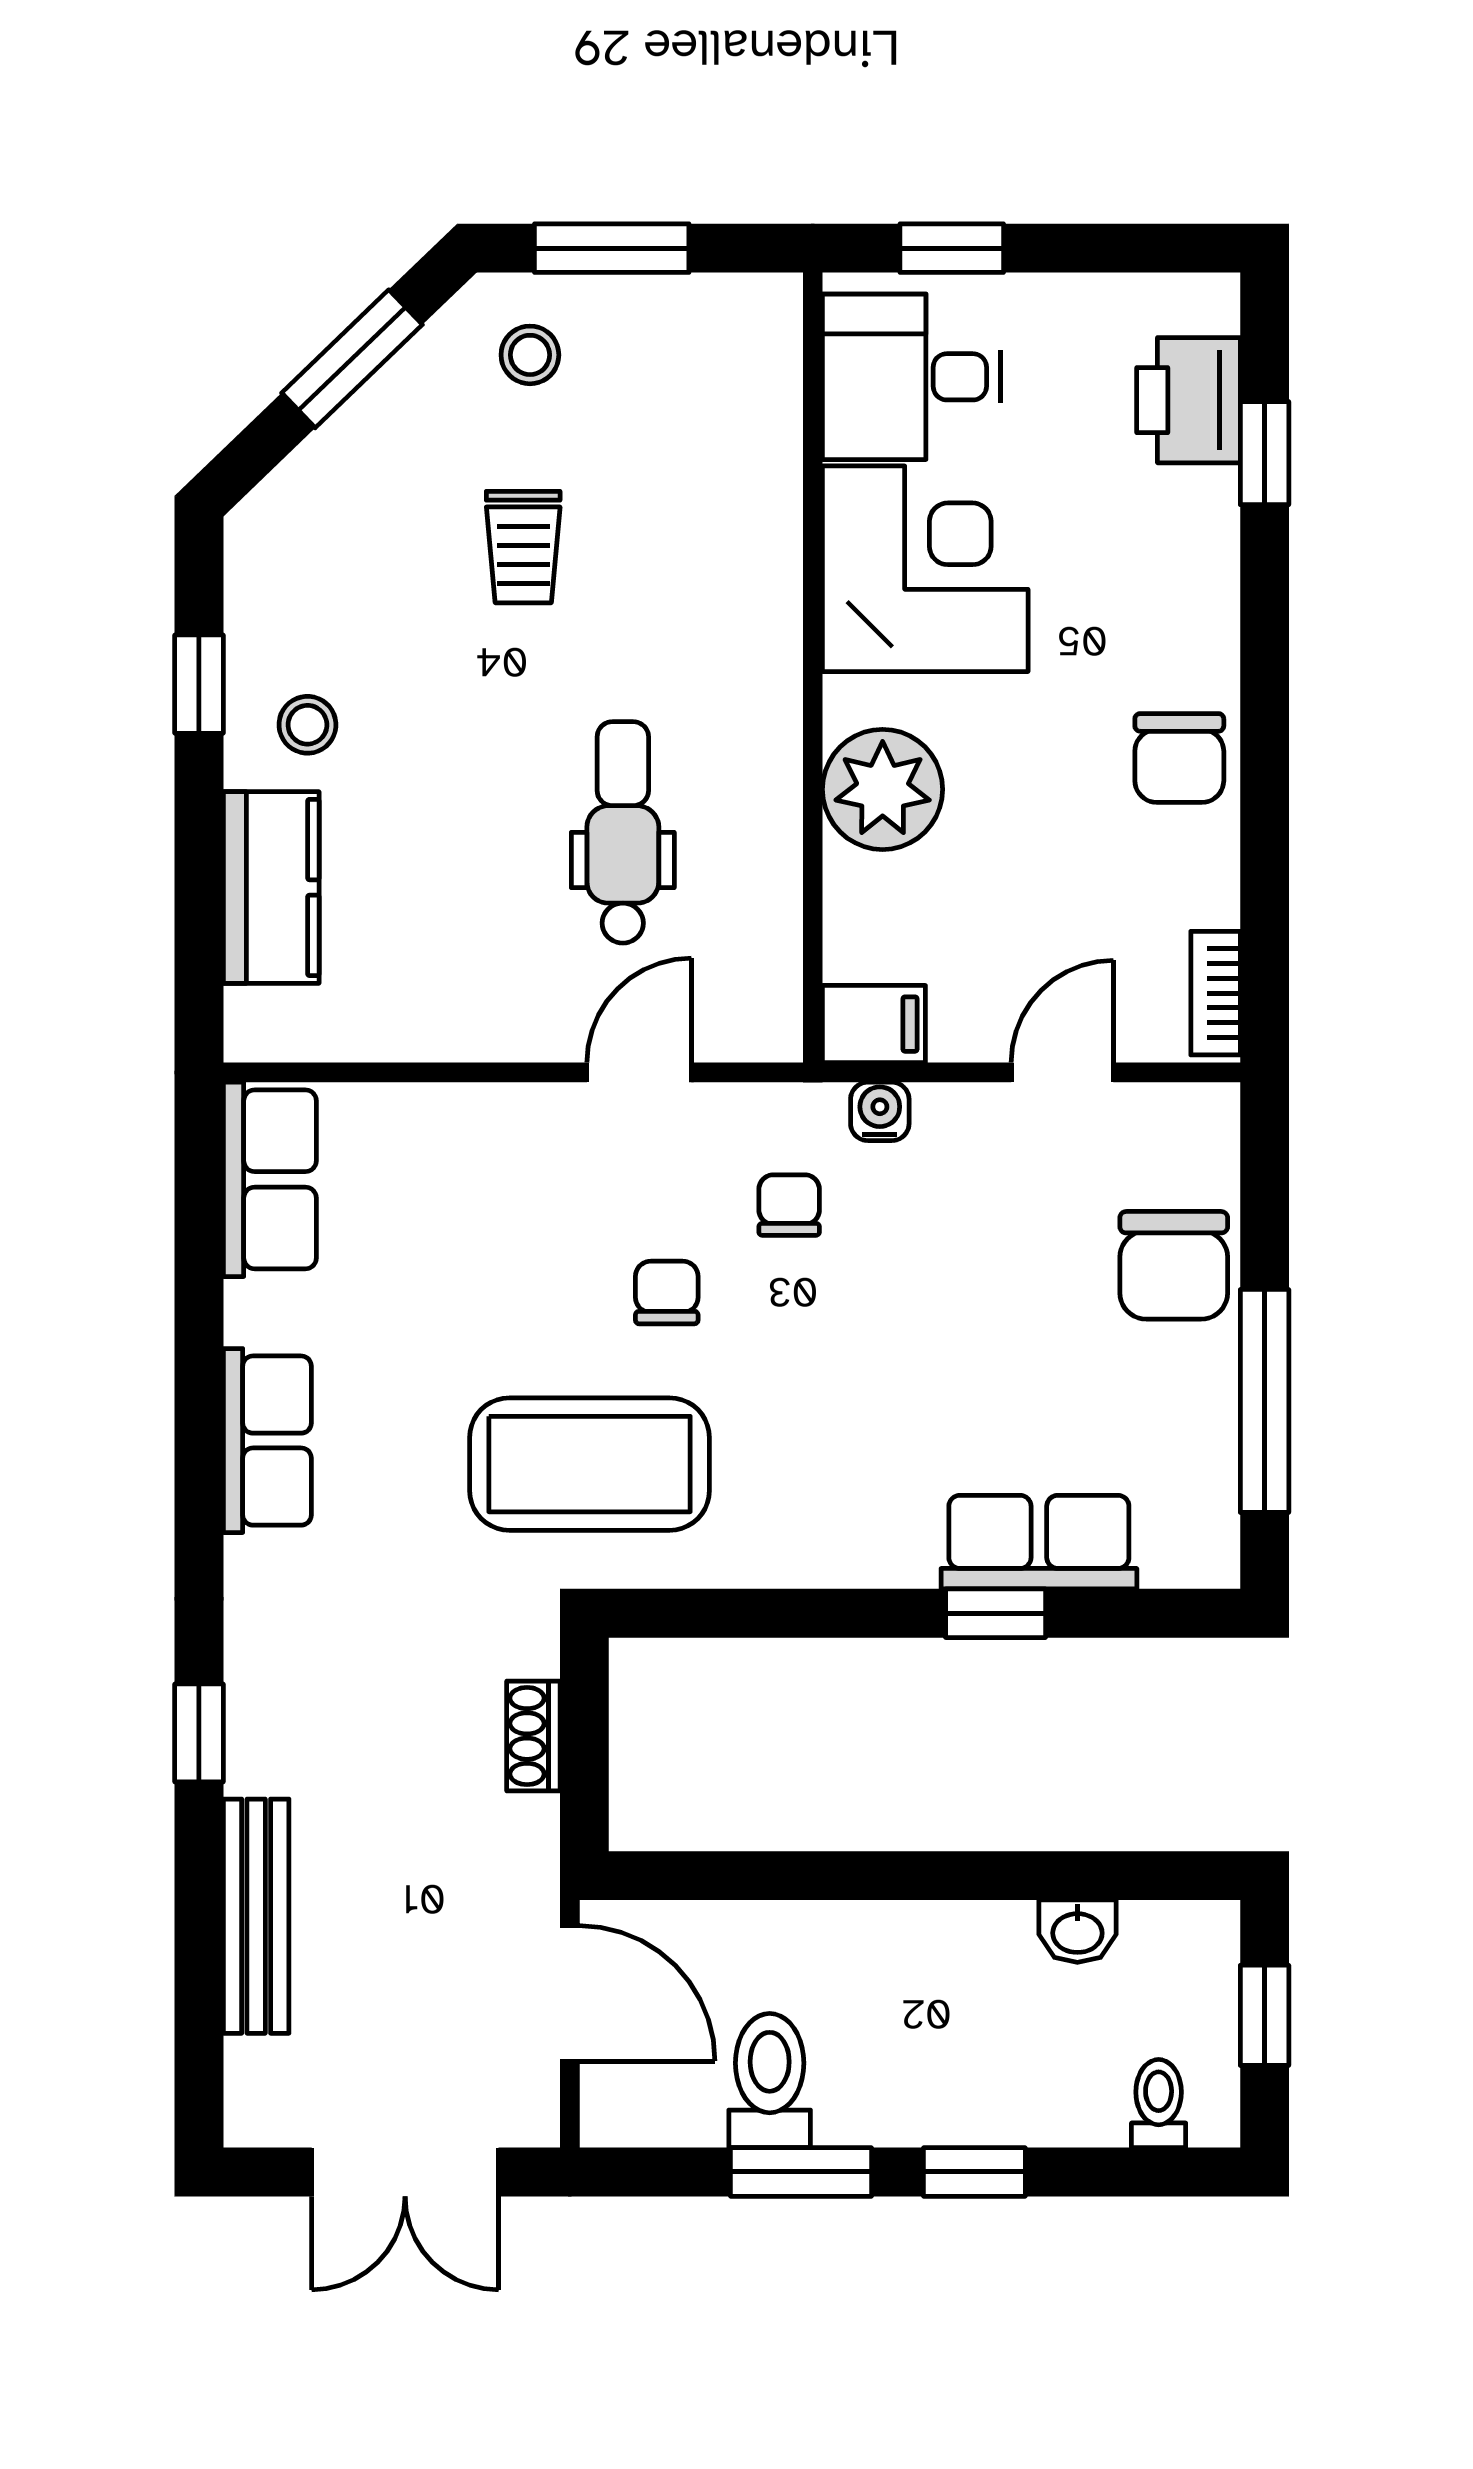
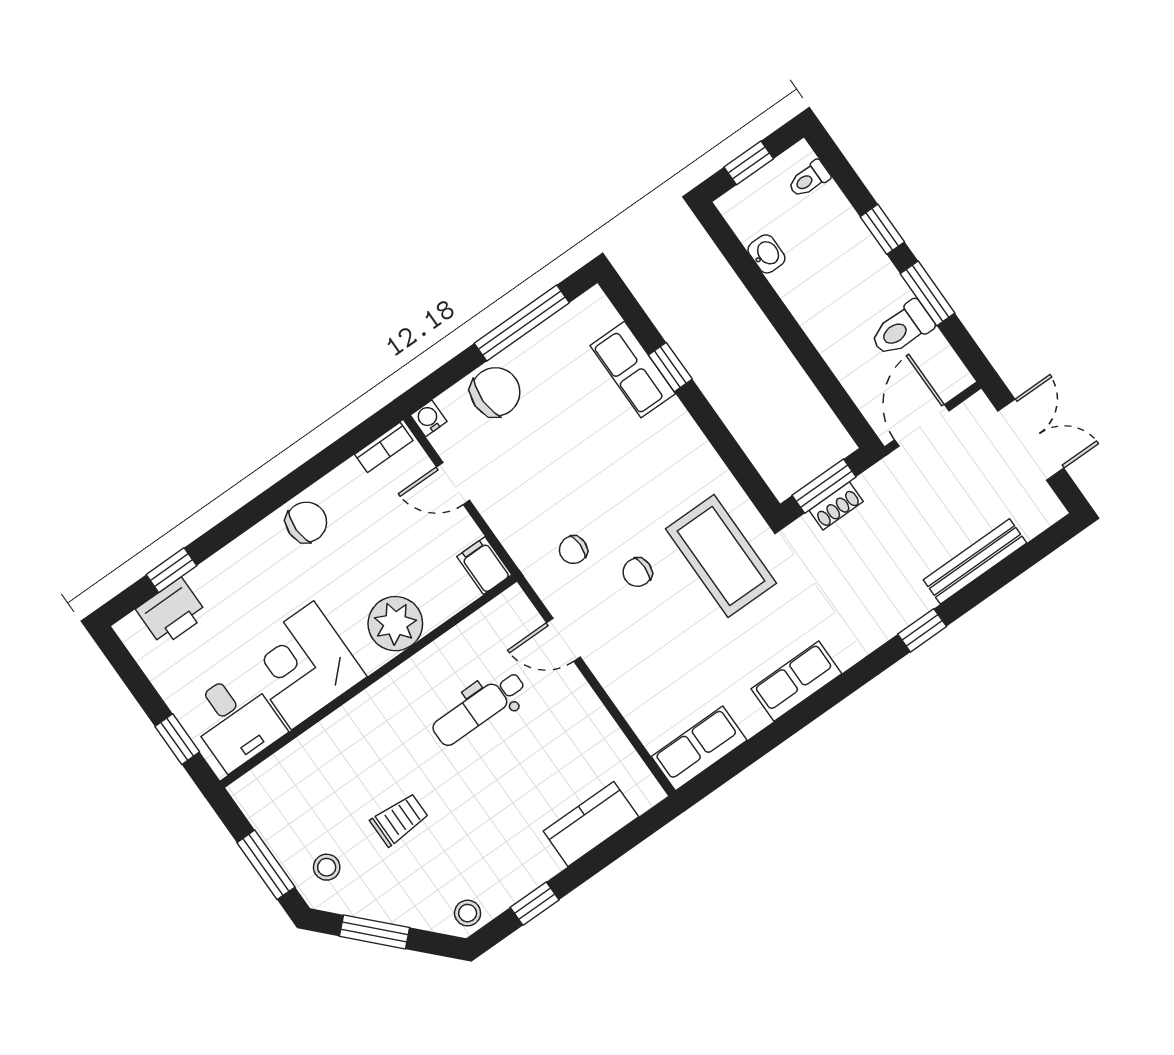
stool: (307, 725) -> (468, 913), moved
water cooler: (880, 1111) -> (429, 418), moved, turned 90
window: (584, 1739) -> (824, 486), added

